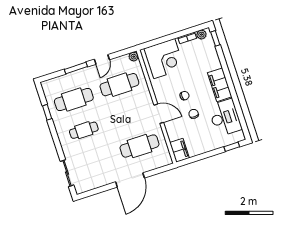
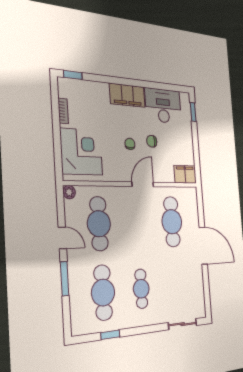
plant: (201, 35) -> (64, 90), removed

